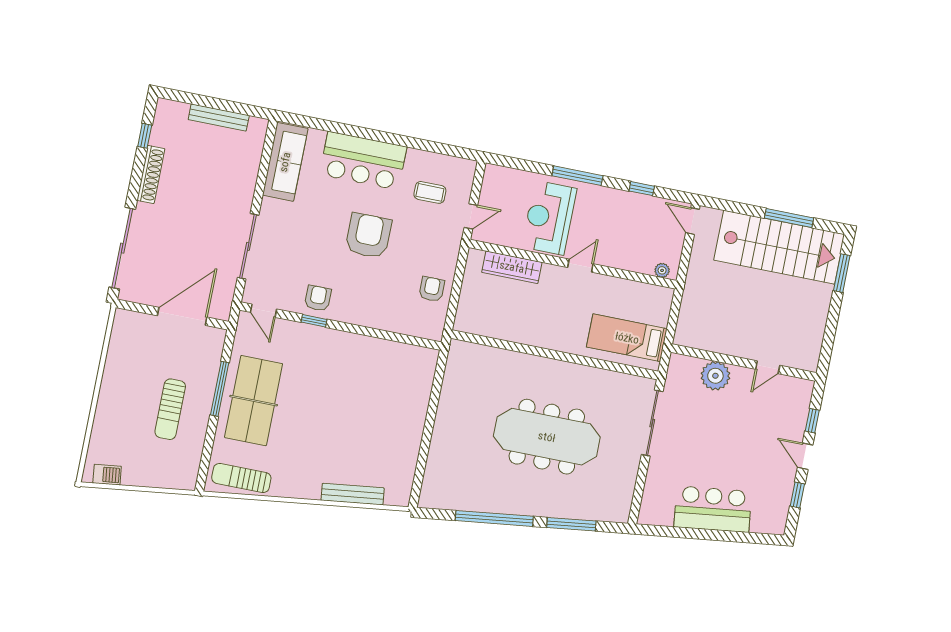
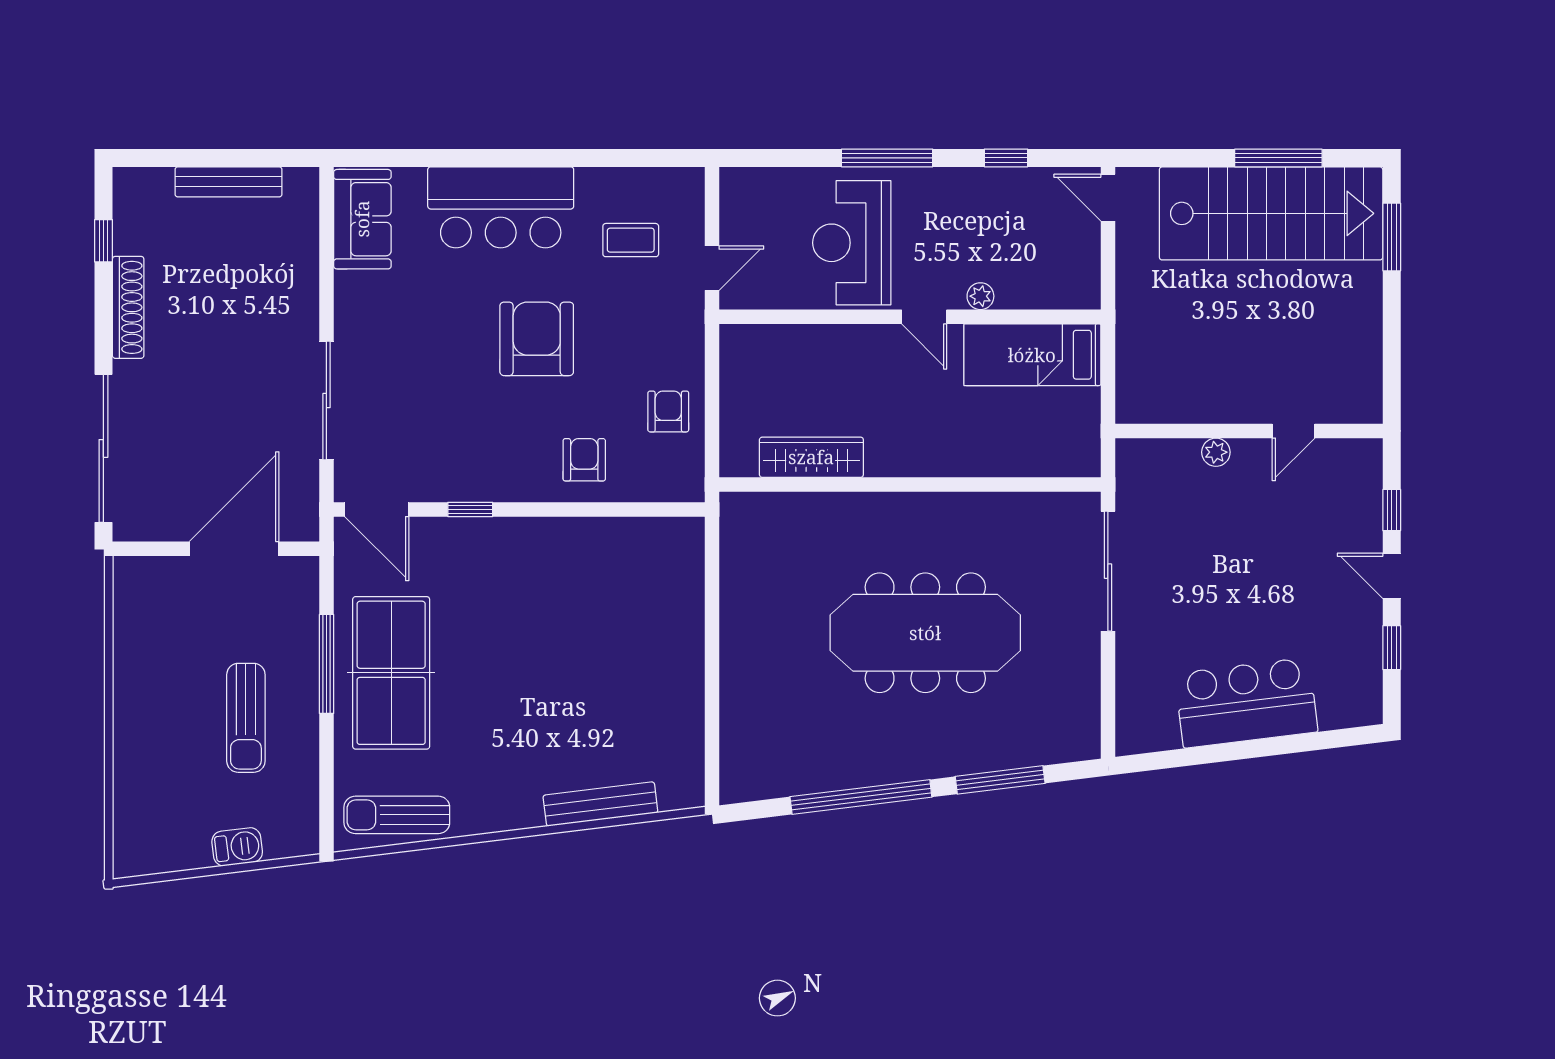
sofa: (285, 162) -> (362, 219), width x0.73
door: (580, 266) -> (924, 317), swing flipped
wardrobe: (512, 267) -> (811, 457), moved, turned 180
plant: (662, 270) -> (980, 296), moved
armchair: (318, 298) -> (584, 460), moved
door: (263, 311) -> (377, 509), width x1.38
bed: (627, 338) -> (1032, 355), moved
plant: (715, 376) -> (1216, 452), width x0.53, depth x0.53
barbecue: (107, 475) -> (237, 847), moved

